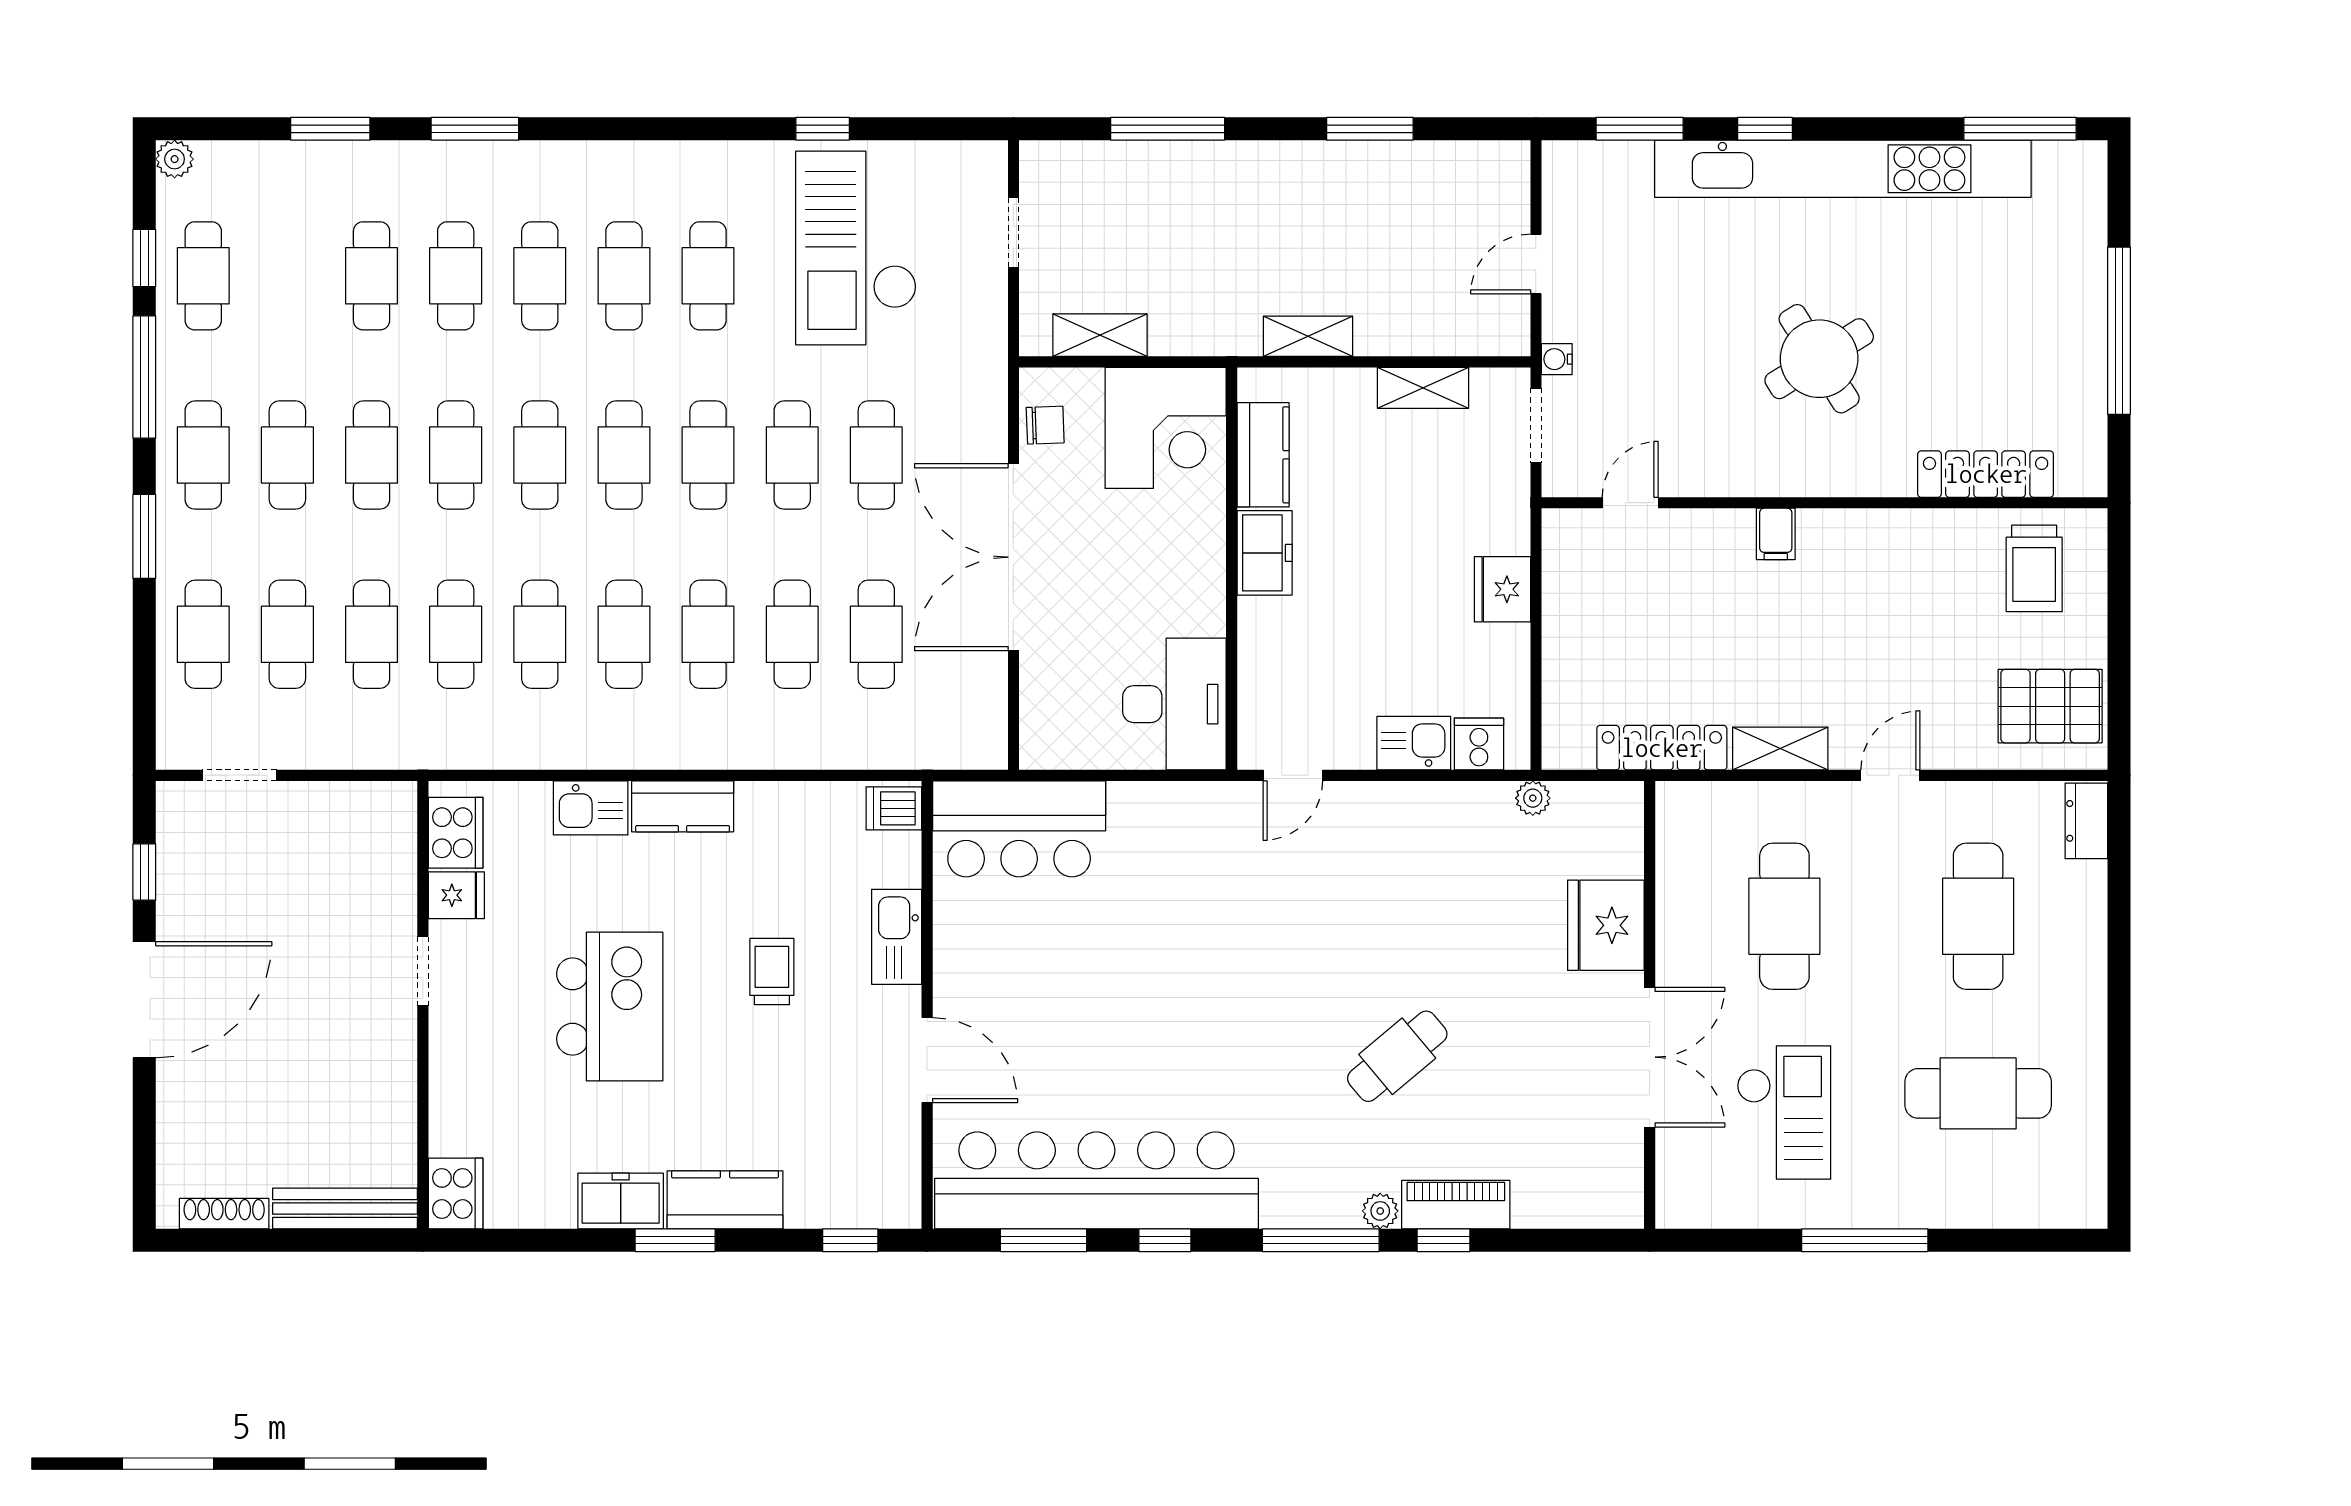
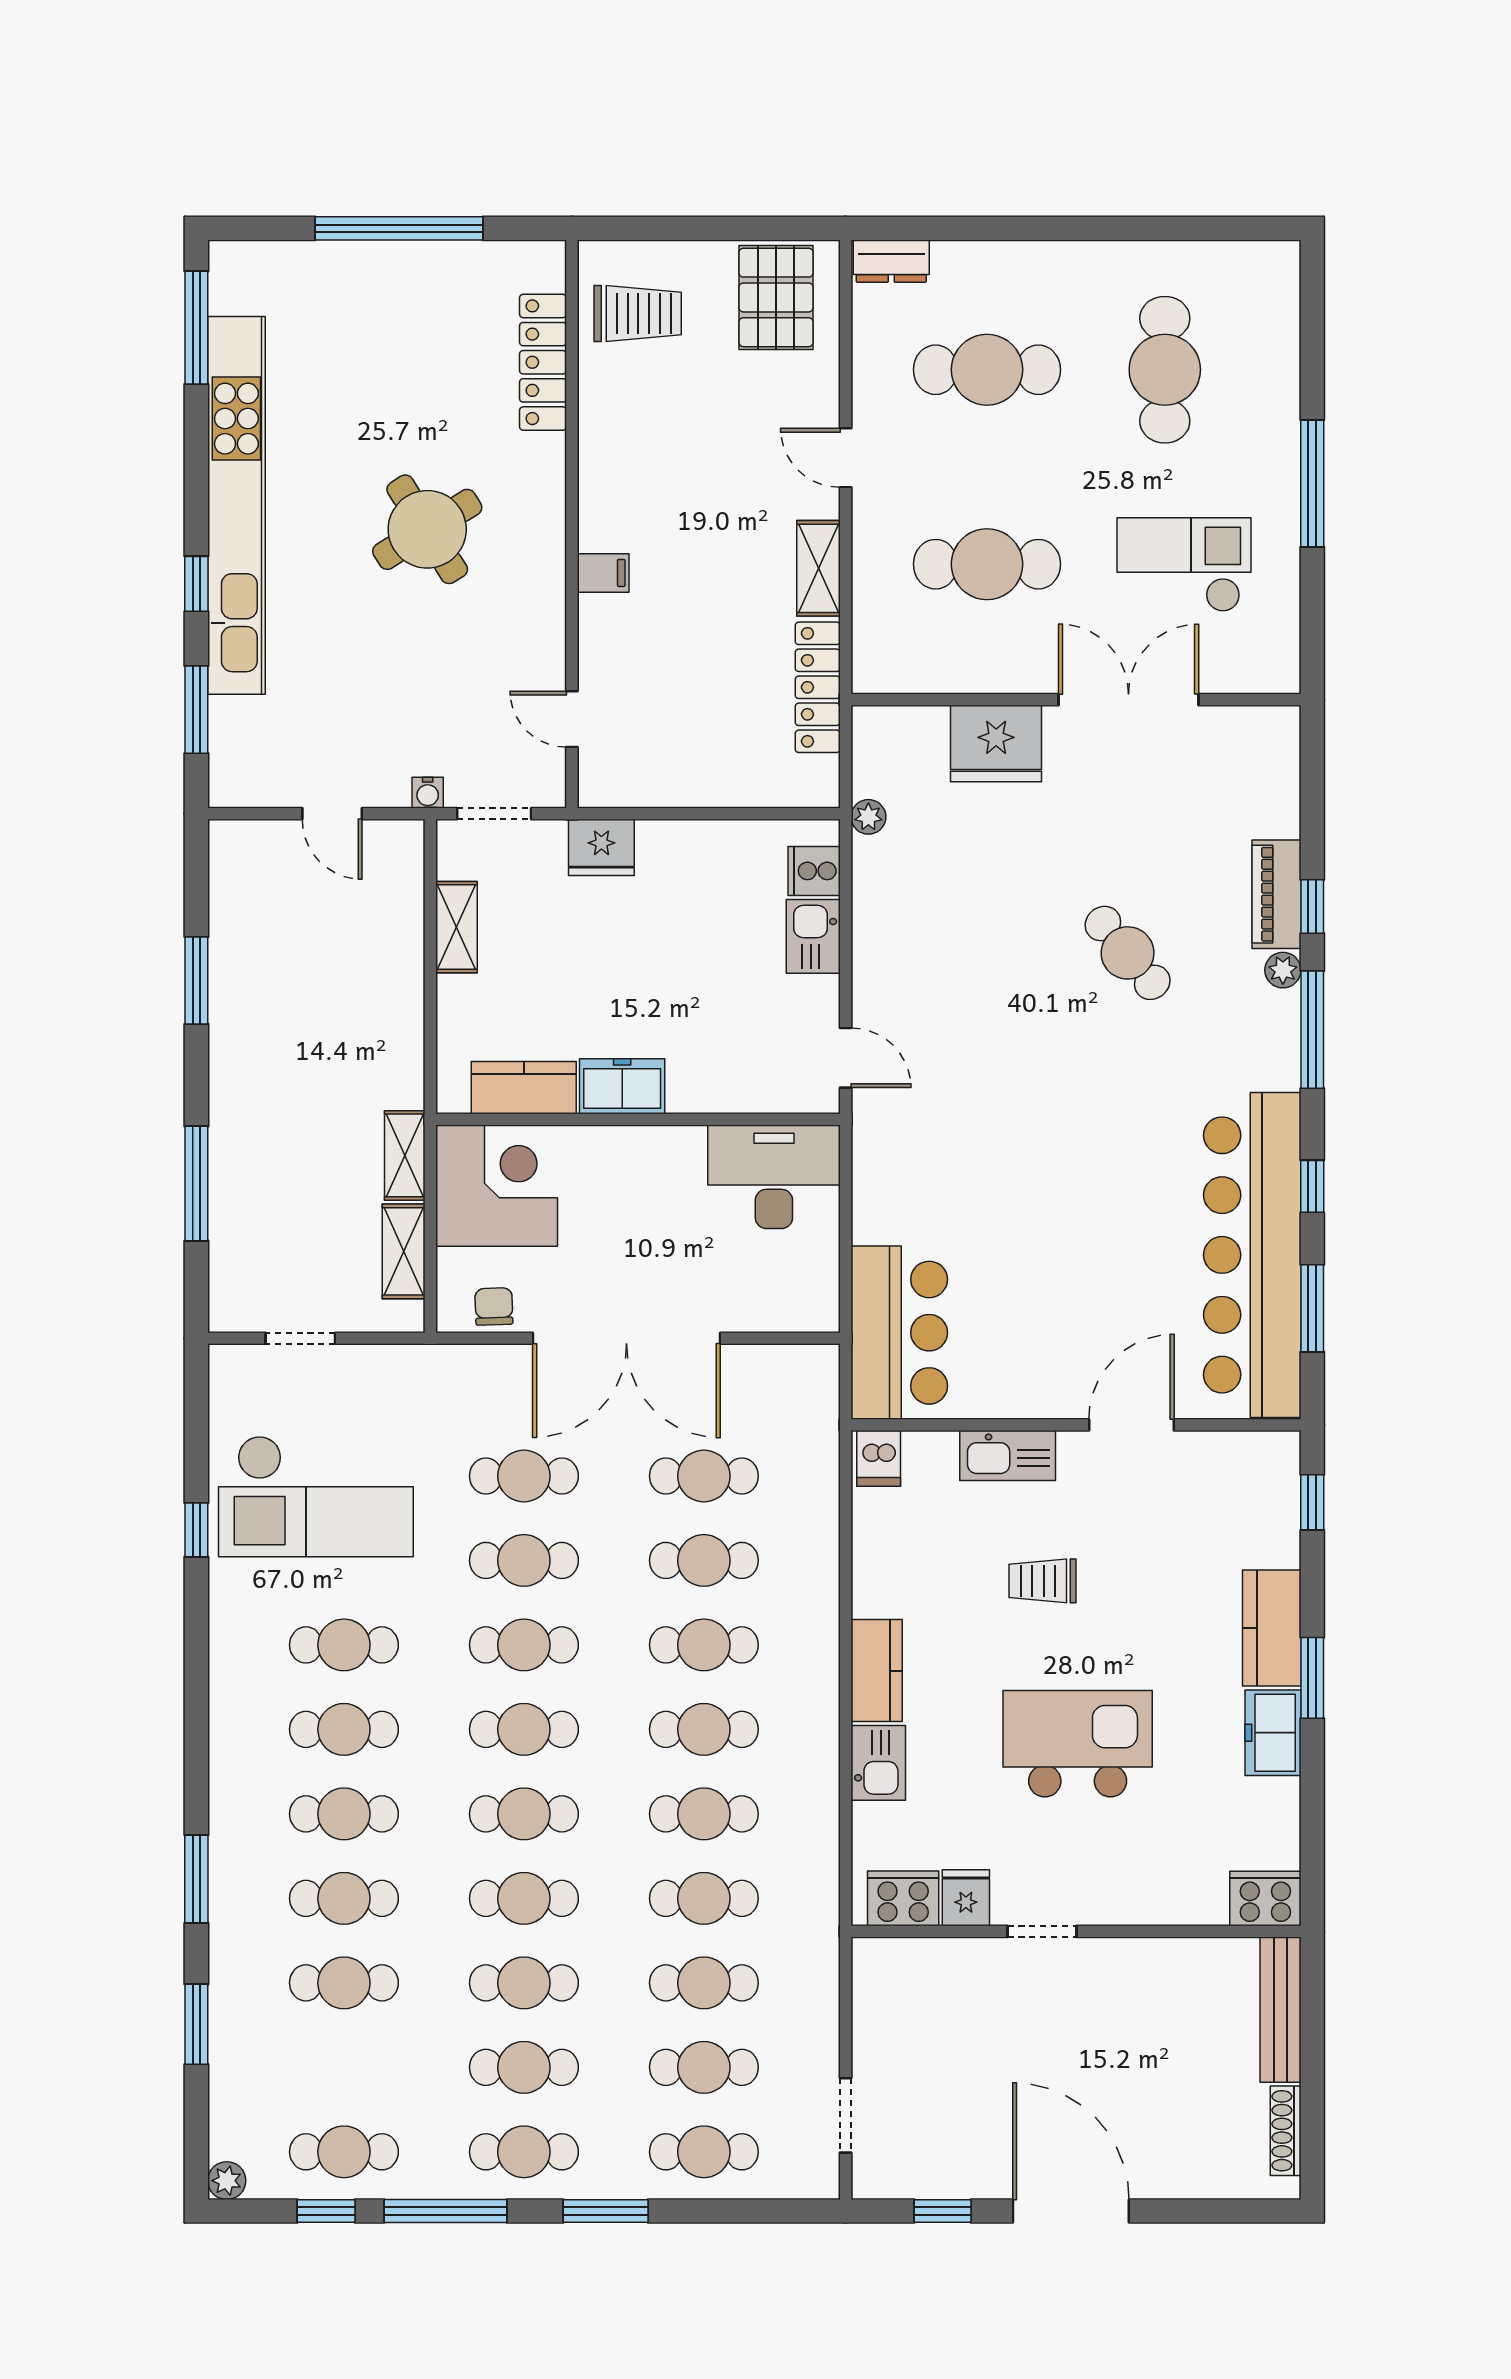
shelving: (1308, 336) -> (405, 1155), moved
fridge: (1502, 589) -> (601, 847), moved

